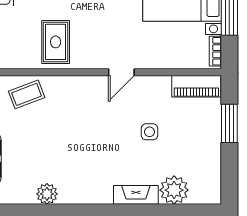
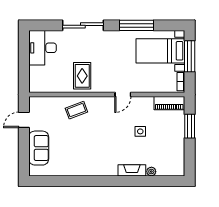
coffee table: (27, 94) -> (76, 110), moved
plant: (174, 190) -> (151, 172), width x0.53, depth x0.53
plant: (47, 194) -> (77, 170), removed

